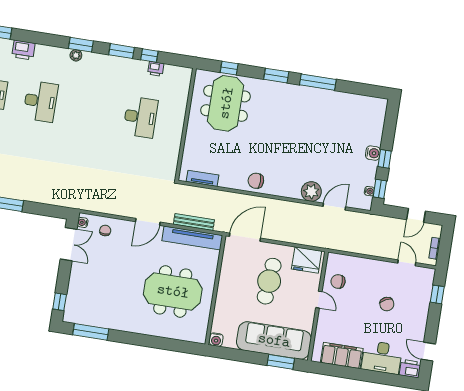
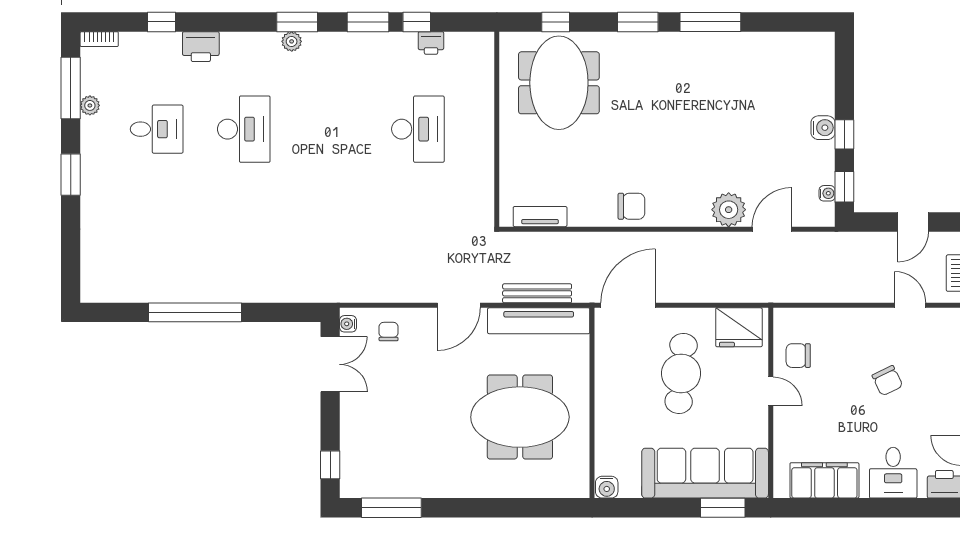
chair: (256, 181) -> (631, 206), turned 180
desk: (382, 357) -> (893, 473), width x0.73

